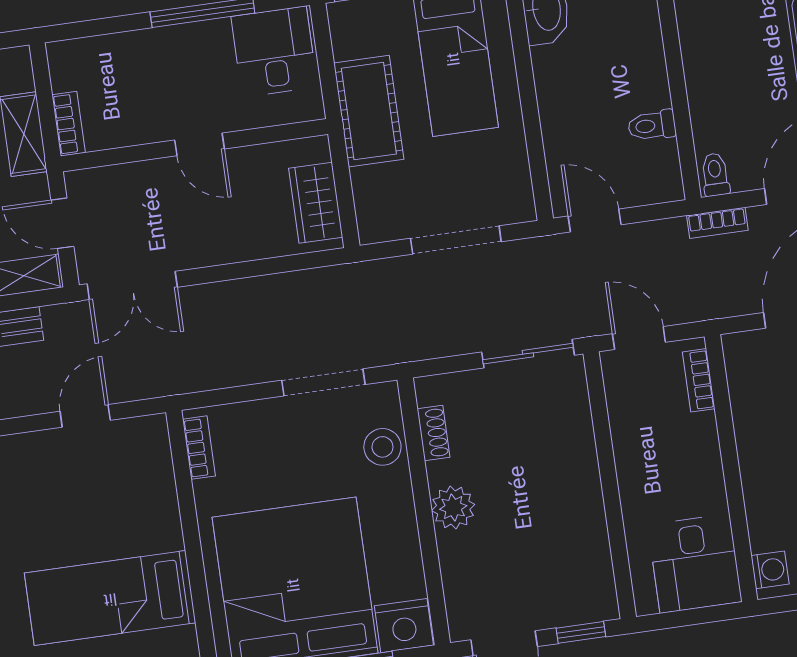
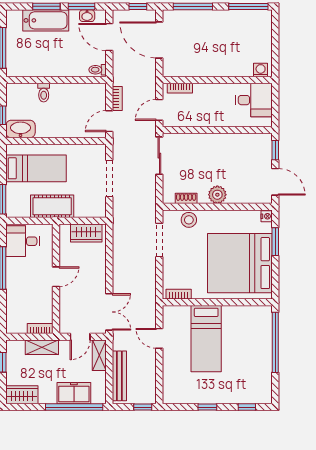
toilet: (652, 125) -> (44, 93), moved
bookcase: (717, 223) -> (117, 98), moved
bed: (110, 598) -> (206, 339), moved
nightstand: (404, 626) -> (267, 216), width x0.53, depth x0.56

